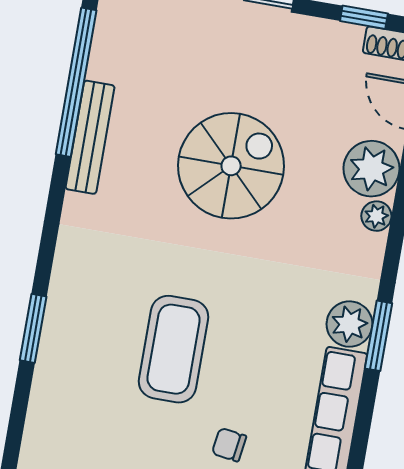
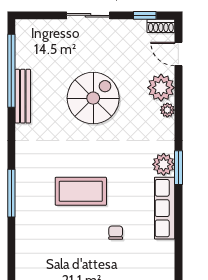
window: (33, 328) -> (11, 193), width x1.44
coffee table: (174, 349) -> (81, 191), turned 90
chair: (229, 445) -> (116, 233), turned 82

